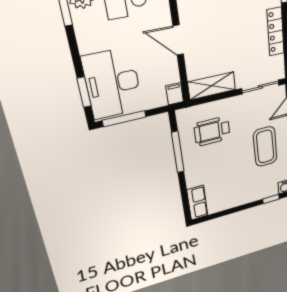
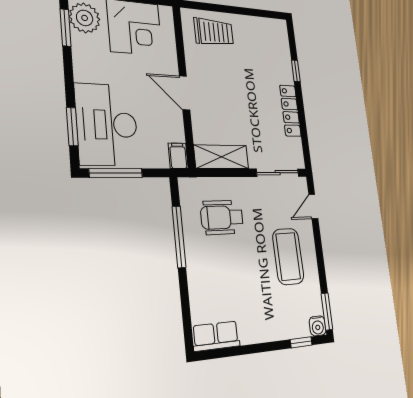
row of seats: (197, 203) -> (216, 336), moved, turned -90

